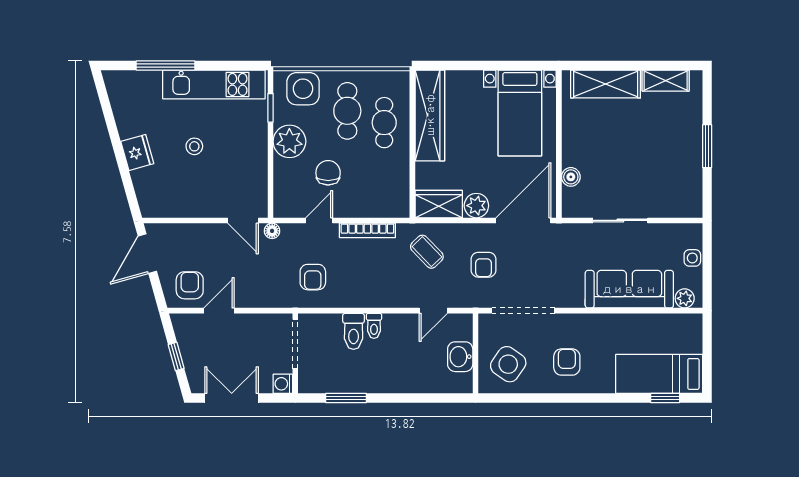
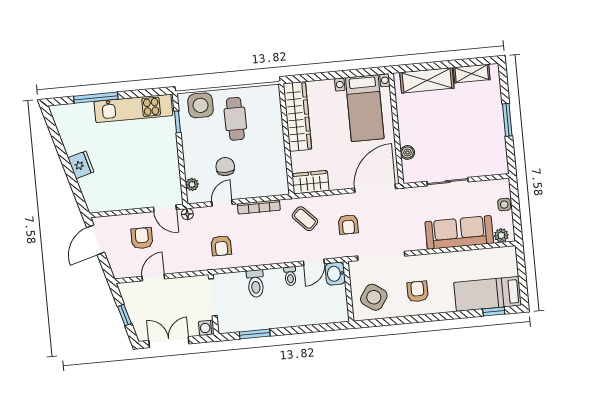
cafe table: (384, 123) -> (264, 125), removed
plant: (289, 141) -> (192, 184), moved, width x0.53, depth x0.53
stool: (194, 146) -> (123, 156), removed
plant: (476, 206) -> (339, 181), removed
armchair: (190, 285) -> (142, 238), moved
toilet: (374, 326) -> (290, 276), moved
washbasin: (460, 357) -> (335, 274), moved

